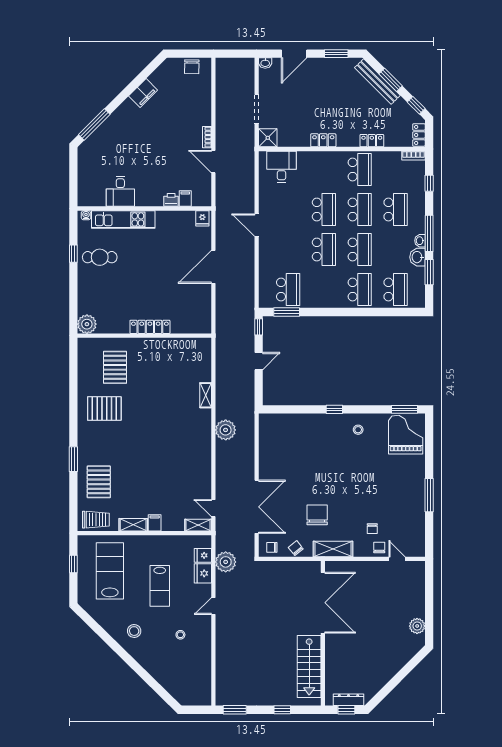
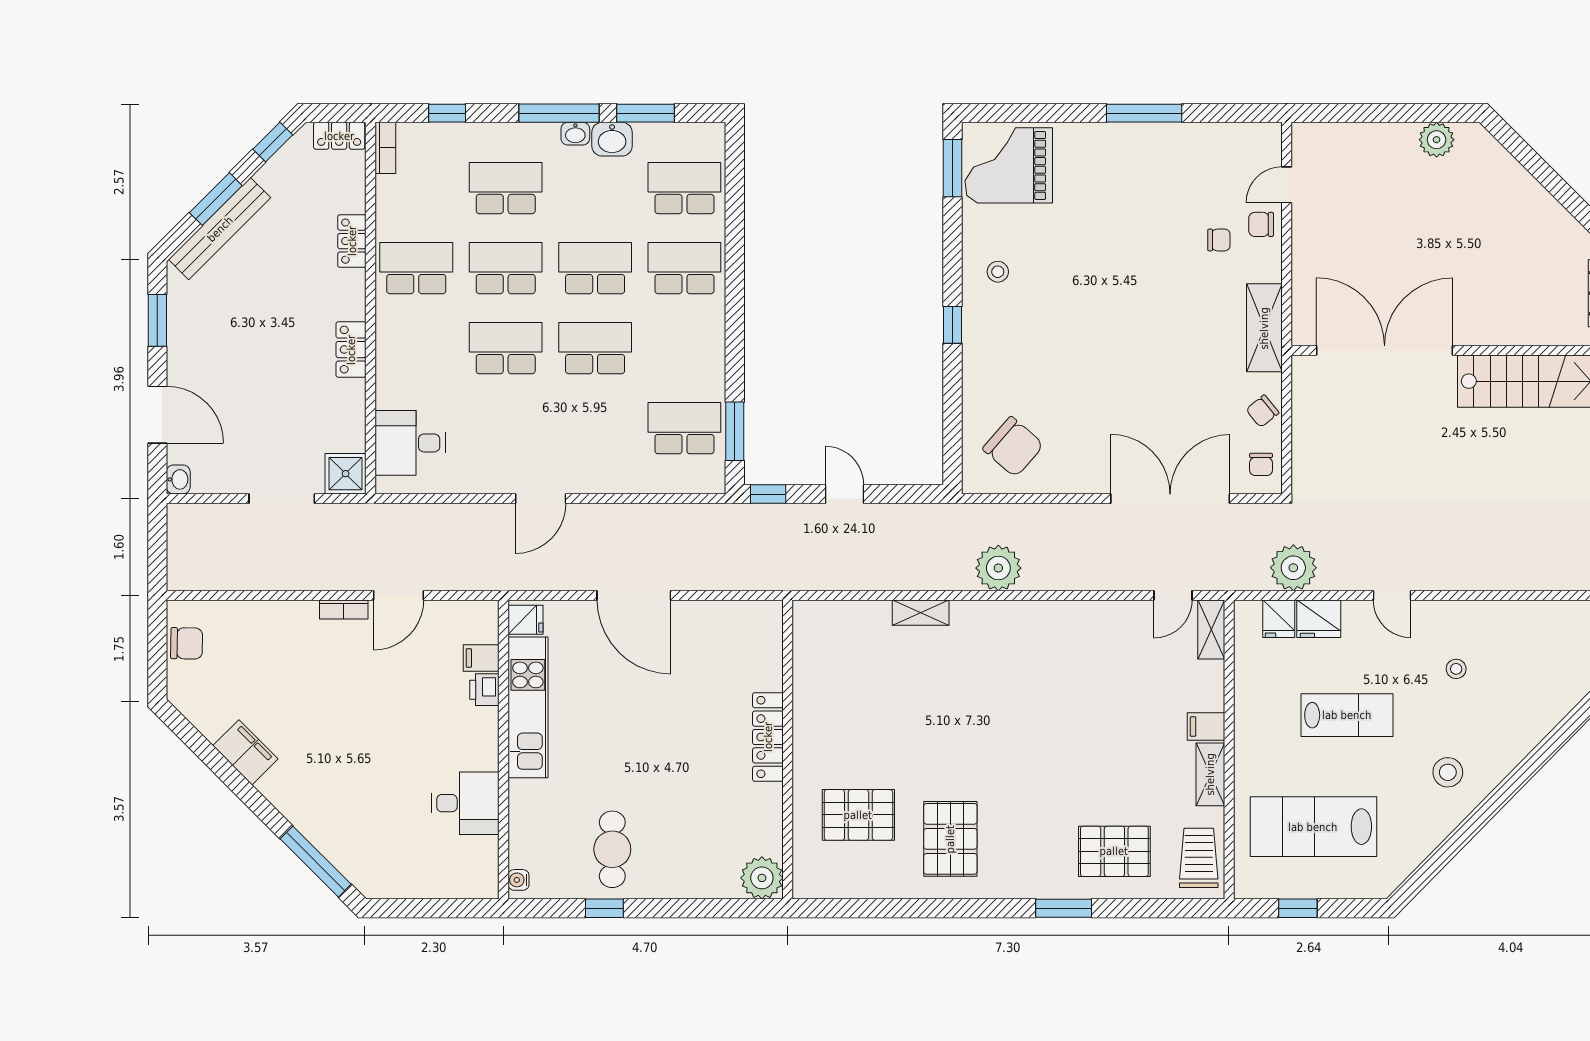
kitchen unit: (123, 219) -> (528, 707), moved
chair: (317, 515) -> (1013, 447), moved, turned -139

